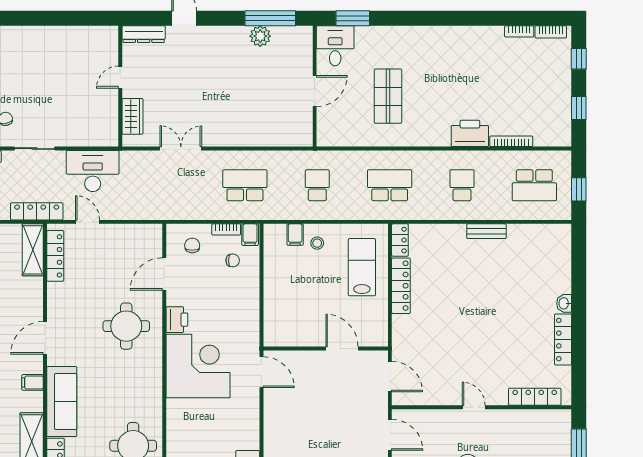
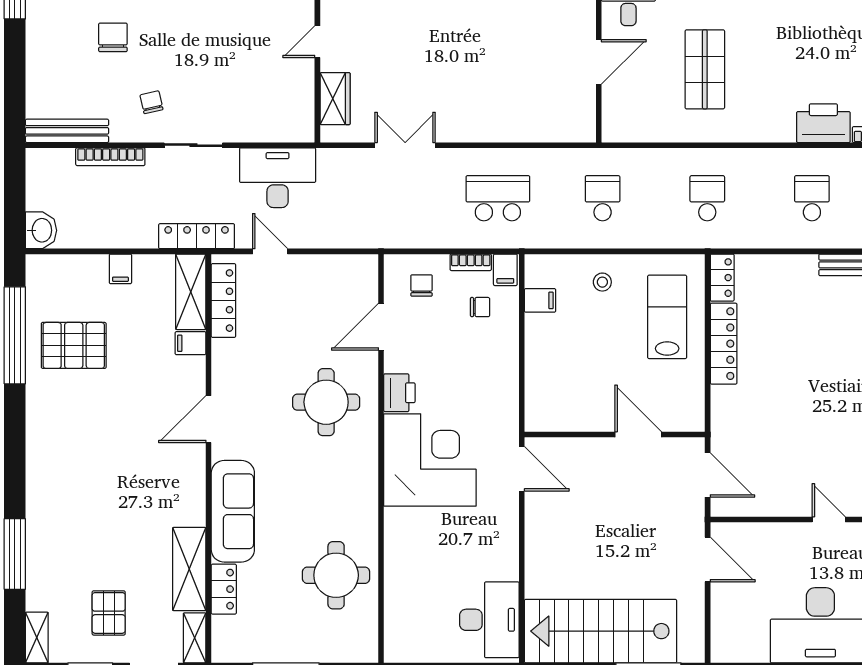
school desk: (390, 185) -> (707, 198), width x0.54
filing cabinet: (295, 235) -> (540, 300), moved, turned -90
filing cabinet: (33, 382) -> (191, 343), moved

